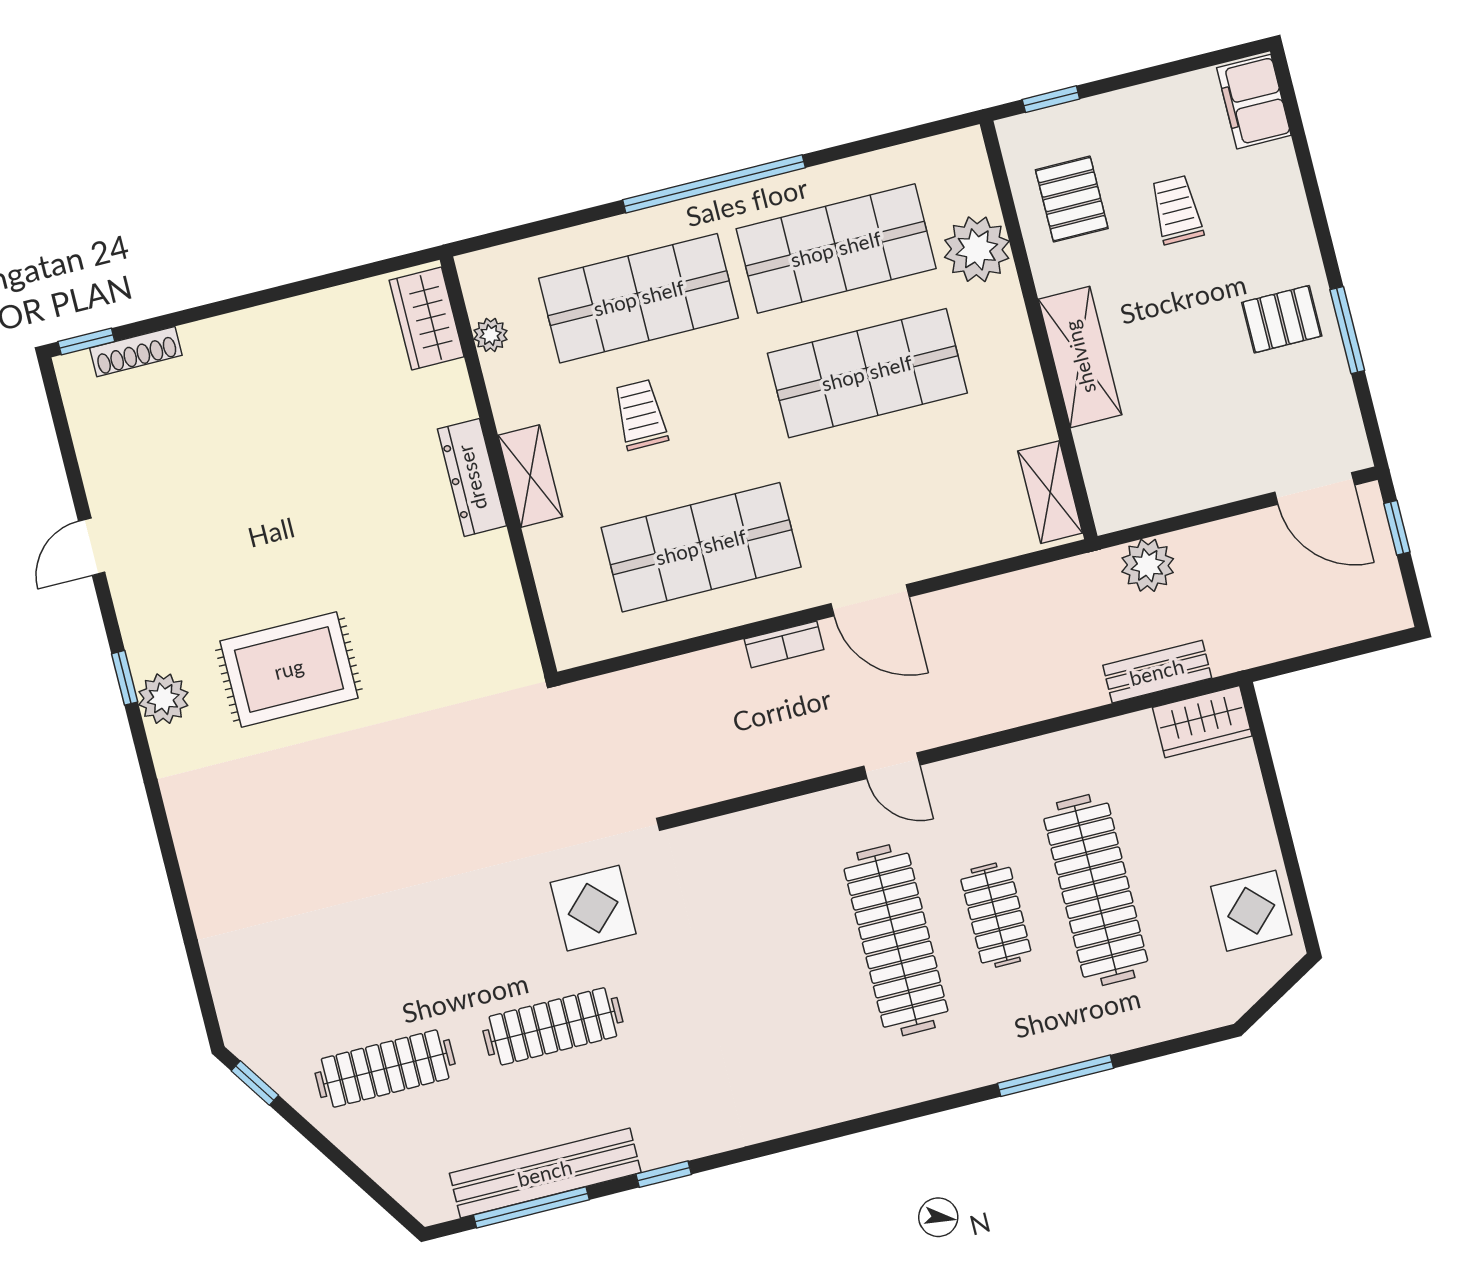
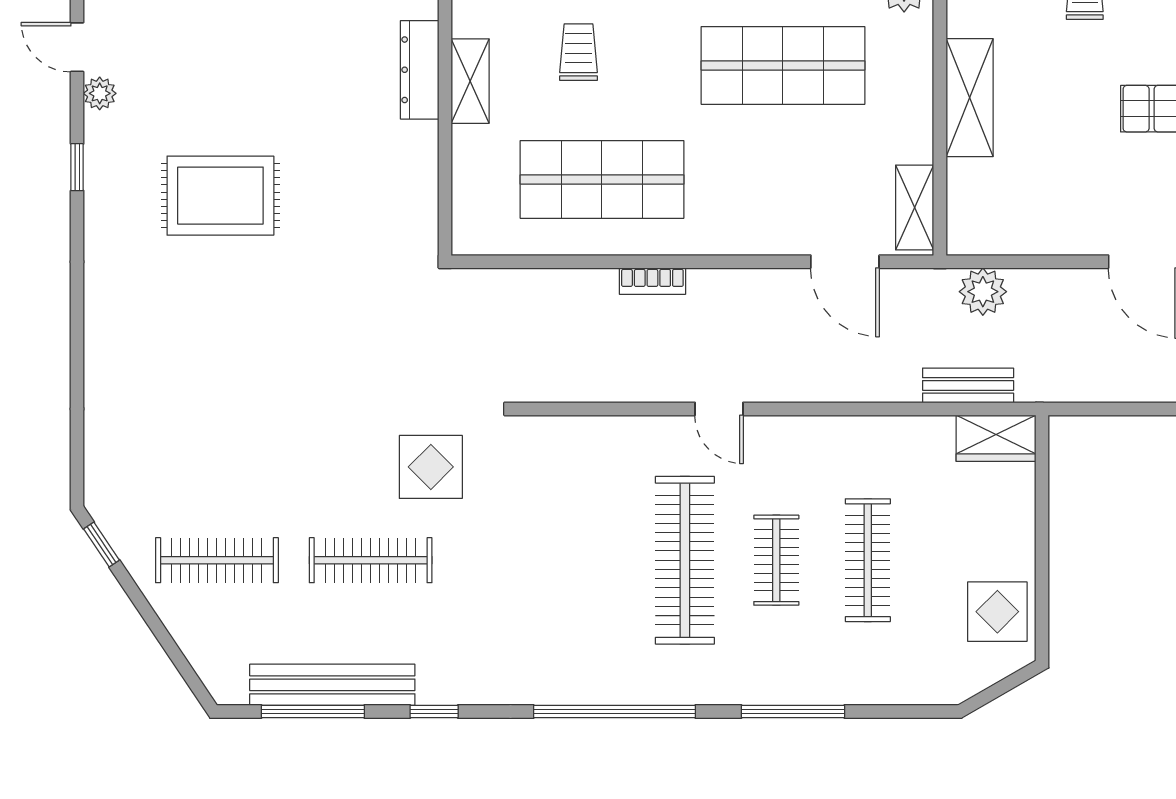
door: (92, 547) -> (77, 47), hinge flipped
door: (870, 600) -> (845, 262), moved
plant: (163, 699) -> (100, 93), moved, width x0.73, depth x0.73
clothes rail: (1096, 890) -> (868, 560), width x0.73, depth x0.76
window: (861, 1125) -> (615, 712), added

